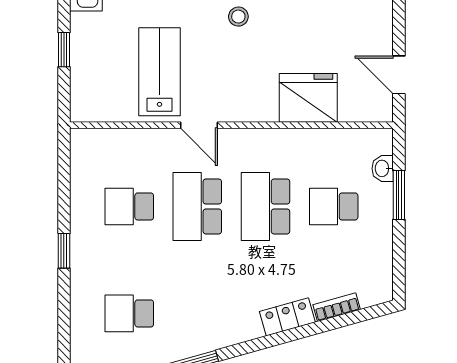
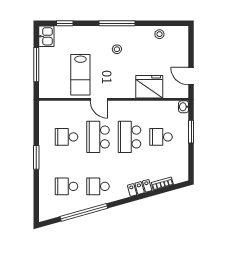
window: (64, 50) -> (36, 65), width x2.17
lab bench: (159, 72) -> (80, 75), turned 180
washbasin: (383, 168) -> (184, 107), moved
window: (64, 251) -> (36, 157), width x1.50
school desk: (197, 313) -> (98, 186), added

